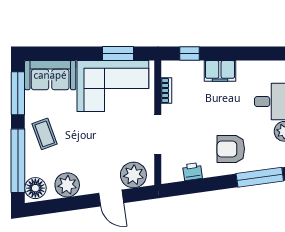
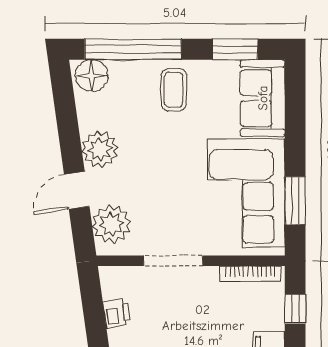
bookcase: (166, 91) -> (250, 274), width x1.56
window: (18, 93) -> (235, 49), width x0.69
coffee table: (45, 134) -> (174, 90), turned -70
plant: (67, 185) -> (100, 149), moved

